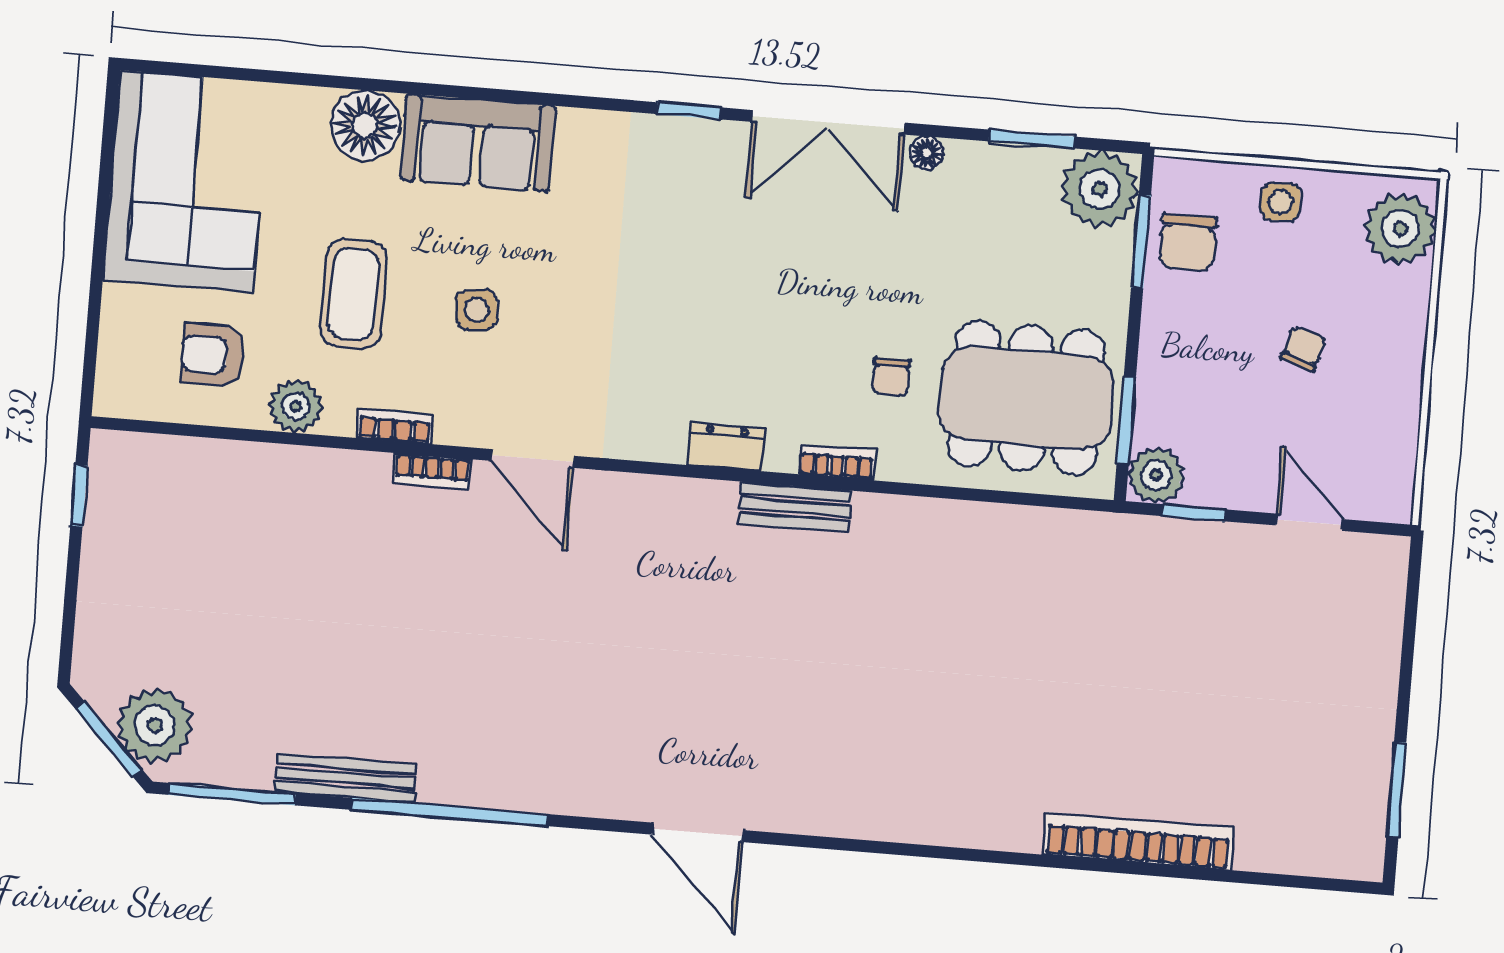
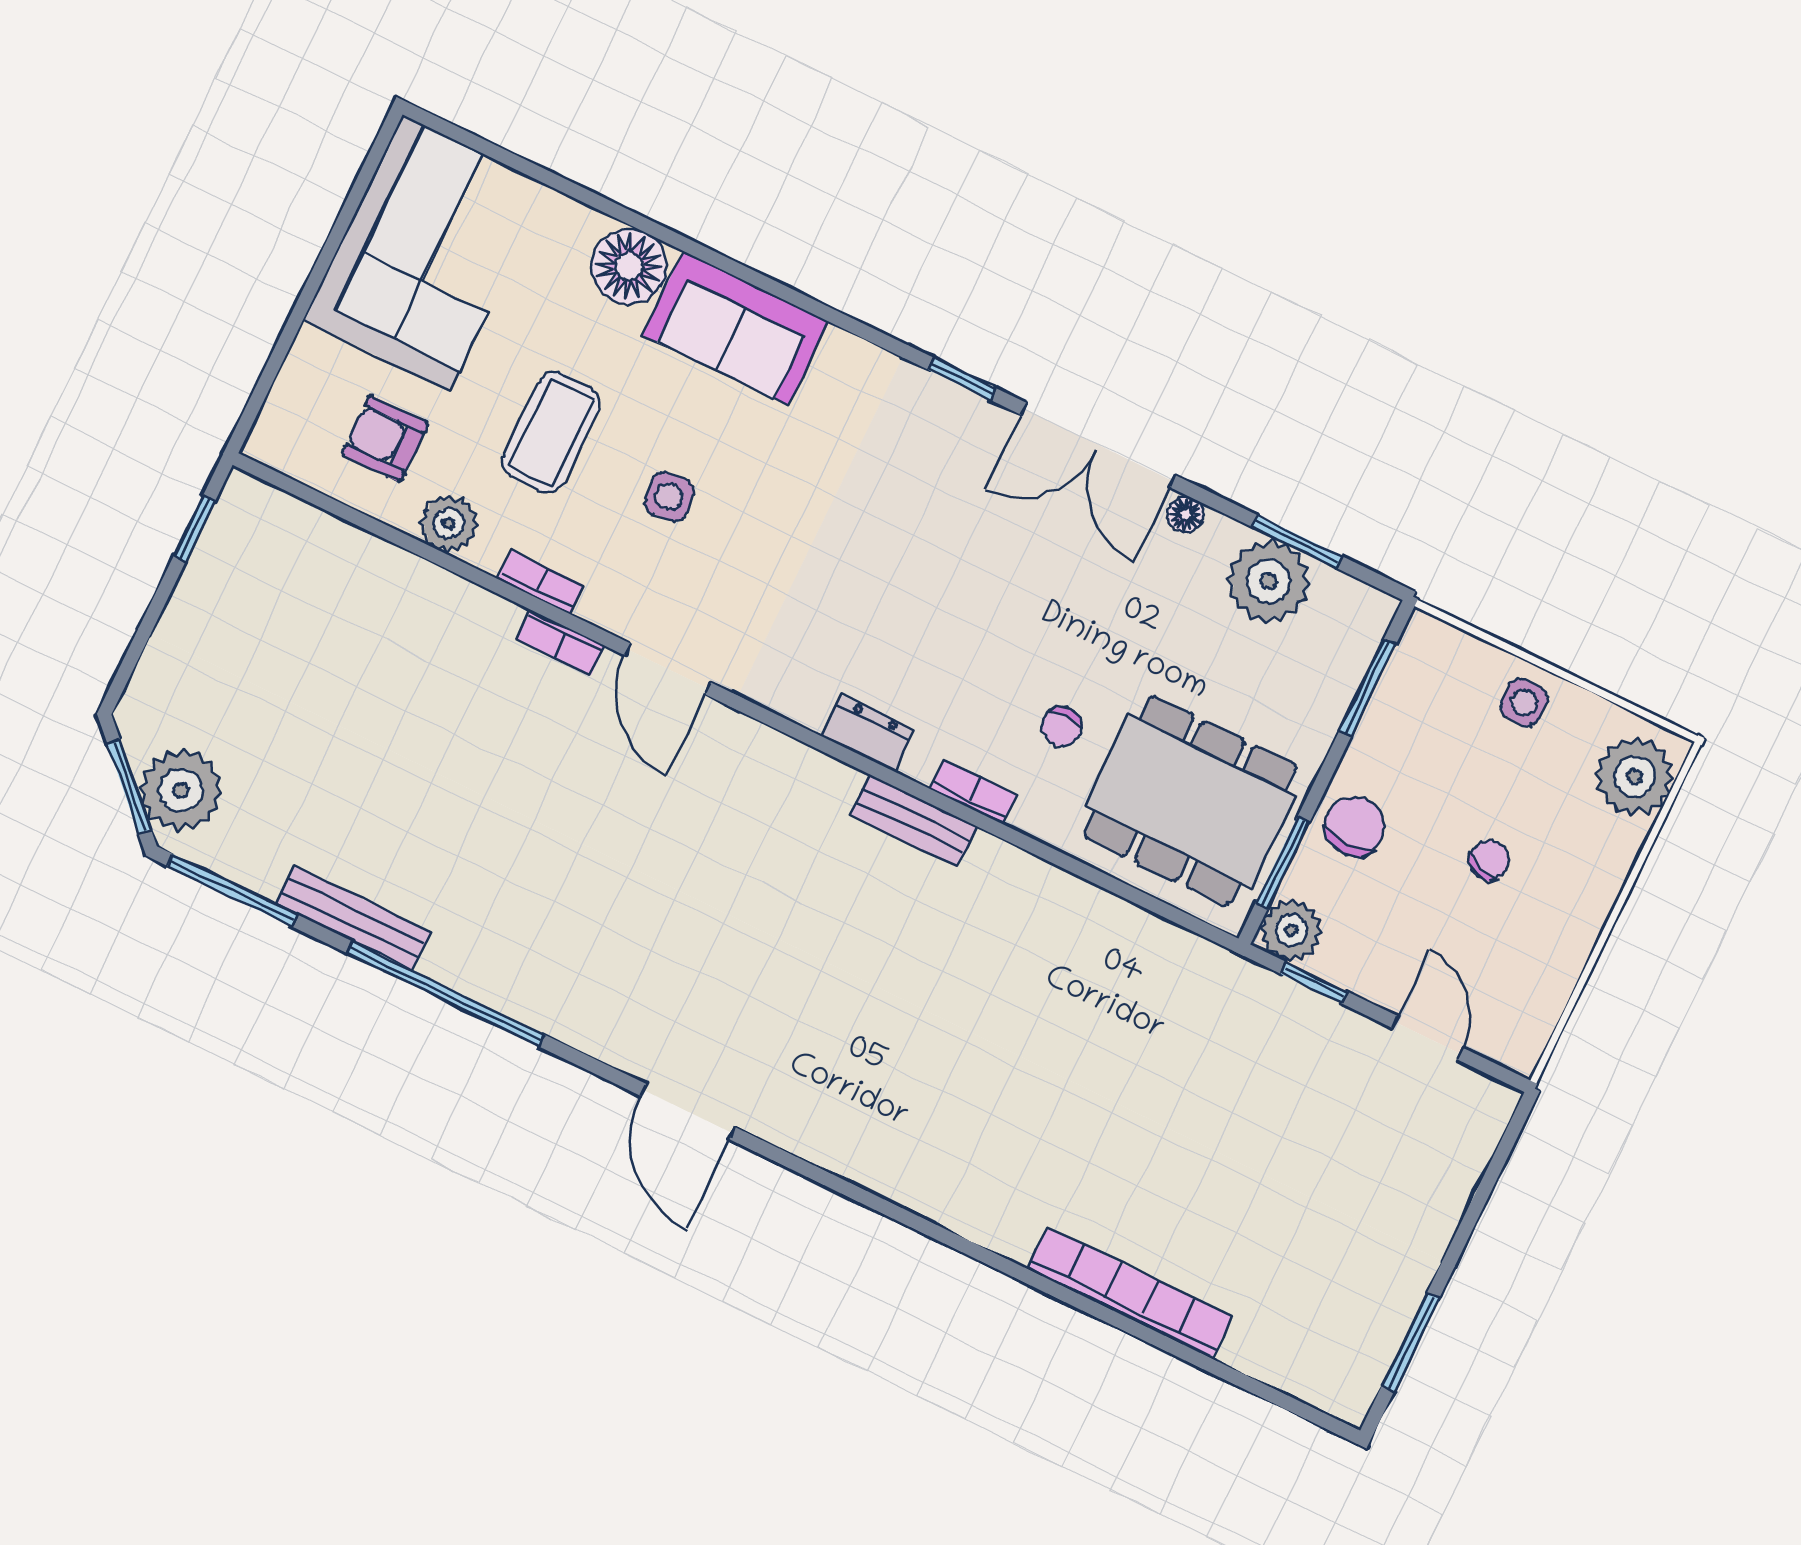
plant: (1100, 189) -> (1269, 581), moved
chair: (1188, 242) -> (1355, 826), moved, turned 180

